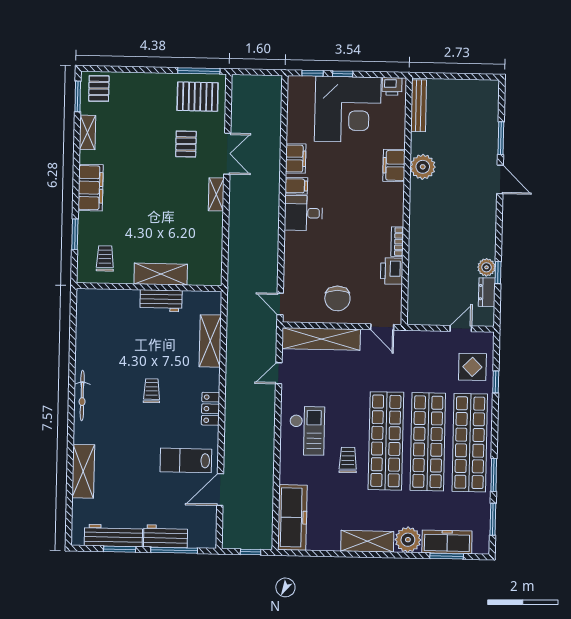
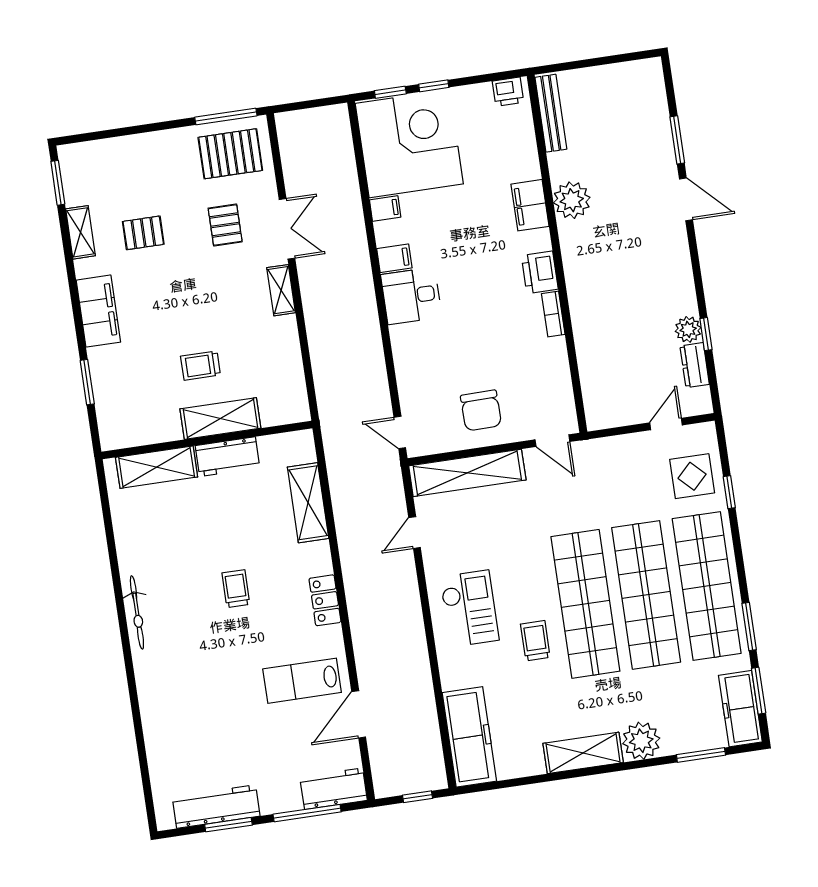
pallet: (99, 88) -> (143, 233), moved, turned 90
corner desk: (348, 109) -> (409, 144), moved, turned -90
filing cabinet: (296, 159) -> (385, 208), width x0.50
trolley: (105, 258) -> (201, 366), moved, turned -90
printer: (392, 271) -> (540, 272), moved
shelving: (83, 471) -> (157, 467), moved, turned 90
workbench: (166, 536) -> (334, 789), moved
freezer: (447, 542) -> (740, 709), moved, turned -90

